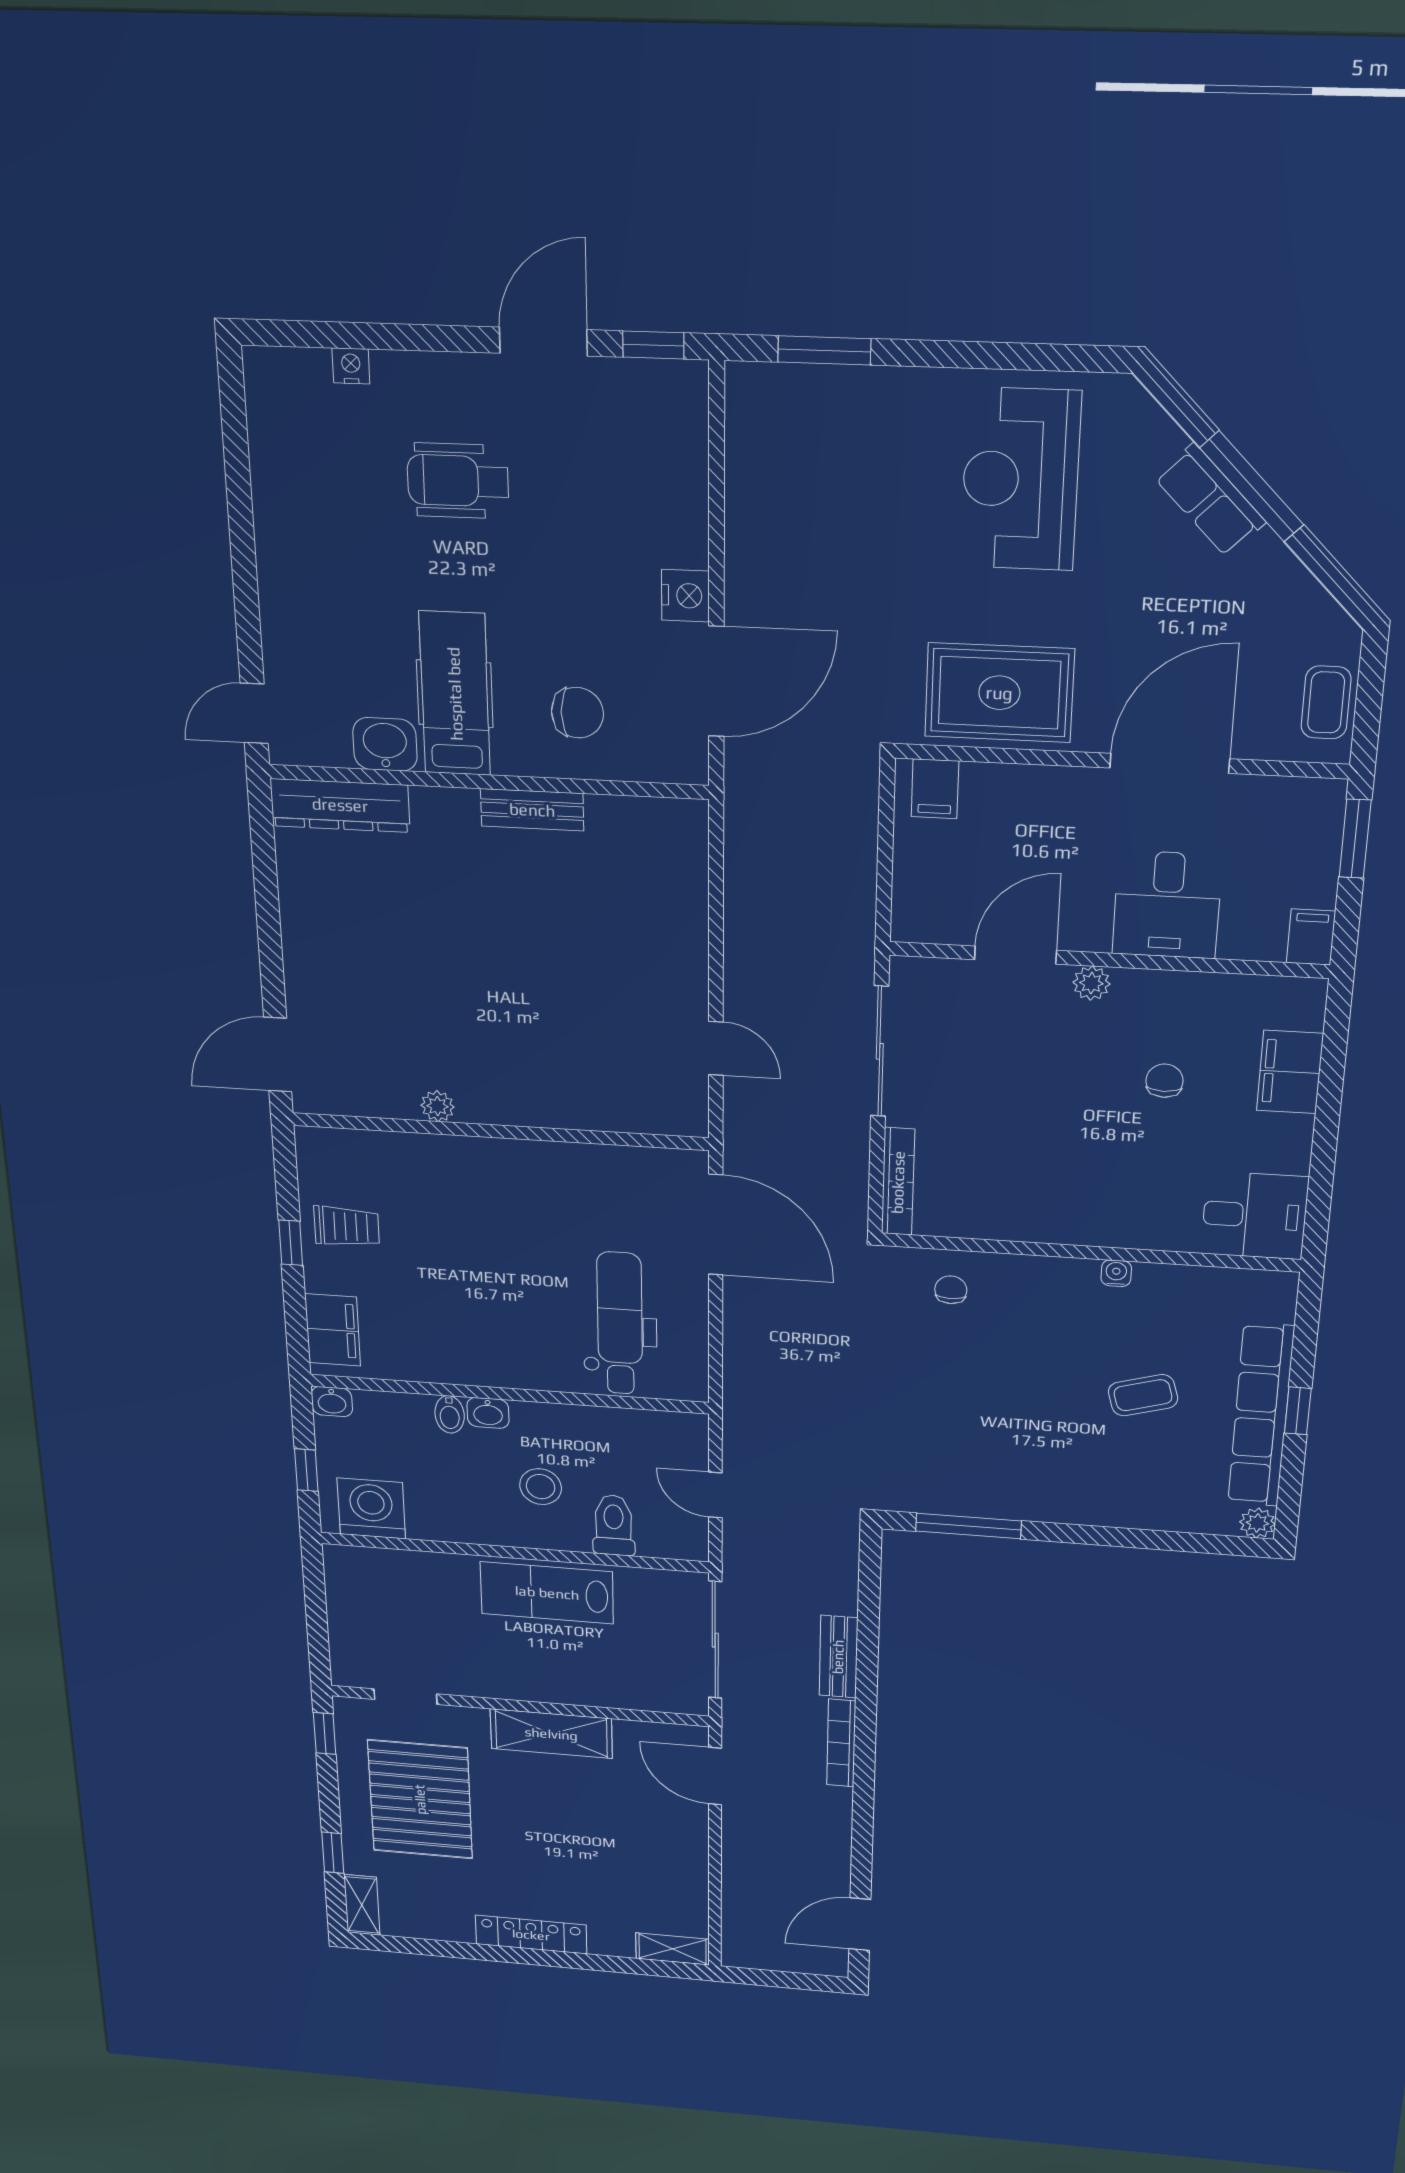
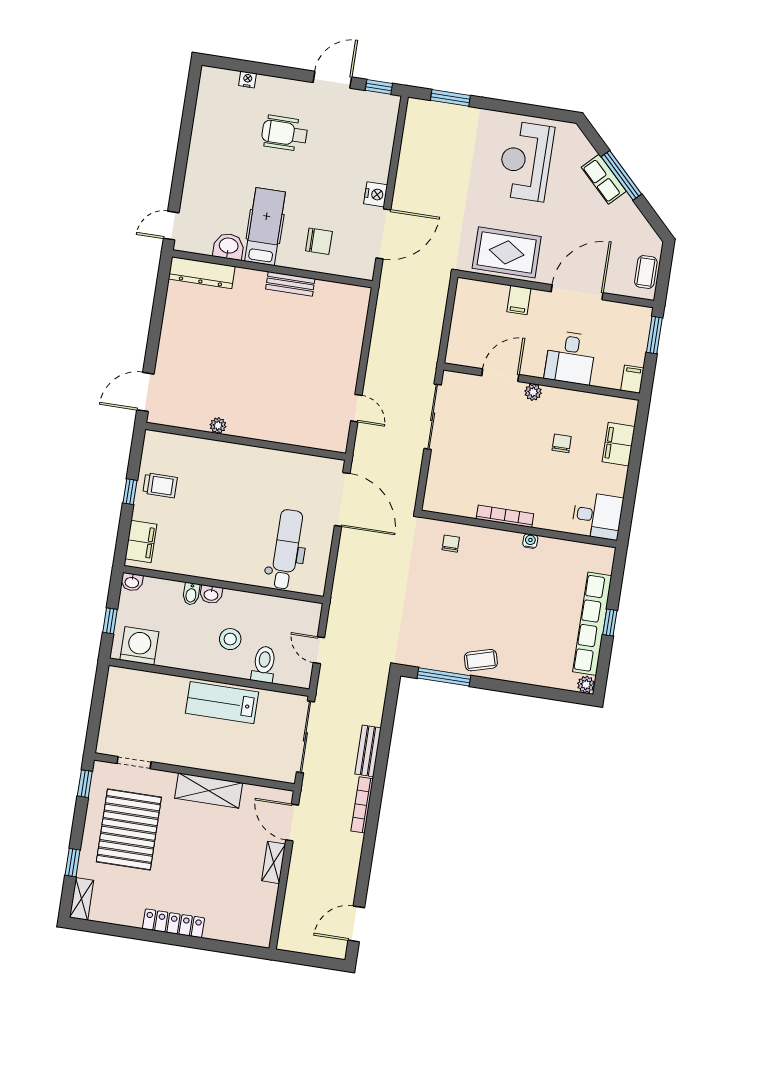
filing cabinet: (935, 789) -> (519, 300), moved
bookcase: (898, 1182) -> (505, 516), moved, turned -90
coffee table: (1143, 1395) -> (481, 660), moved
shelving: (673, 1949) -> (274, 862), moved, turned 90

